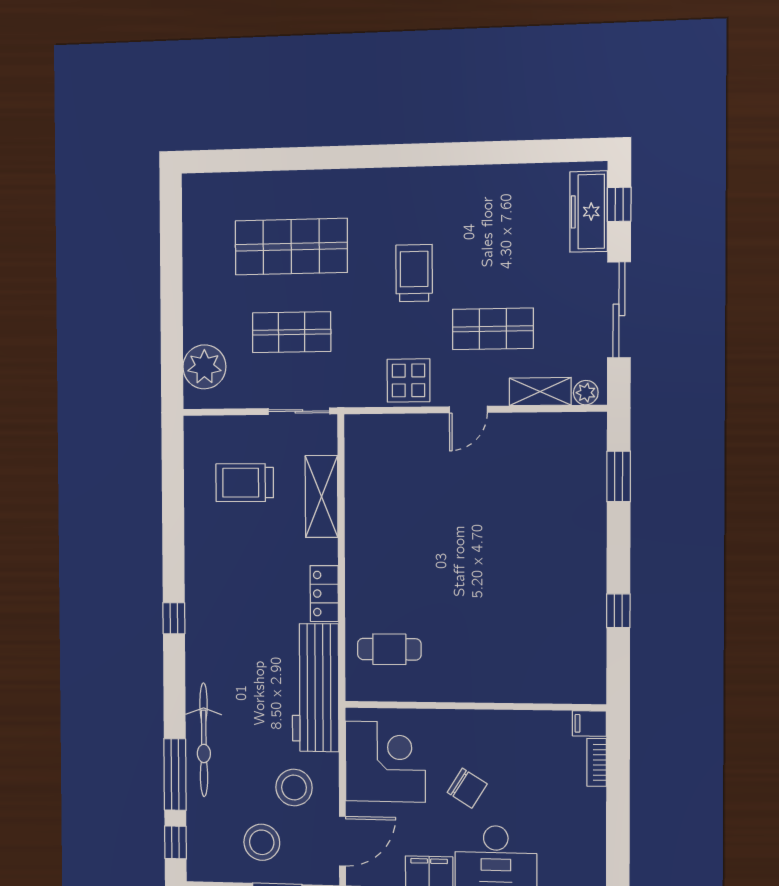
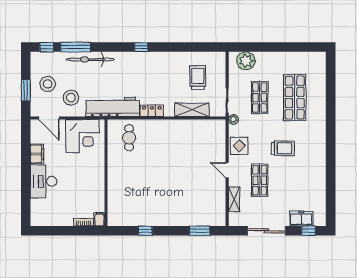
freezer: (589, 212) -> (301, 219), width x0.71
plant: (586, 393) -> (233, 119), moved
chair: (467, 788) -> (72, 170), removed

